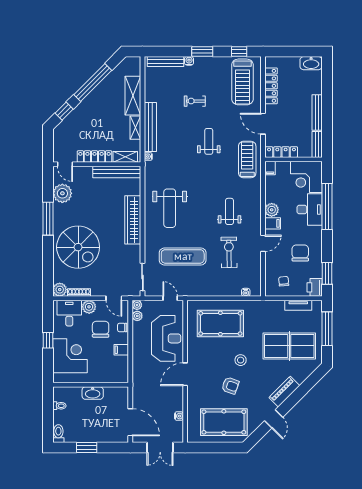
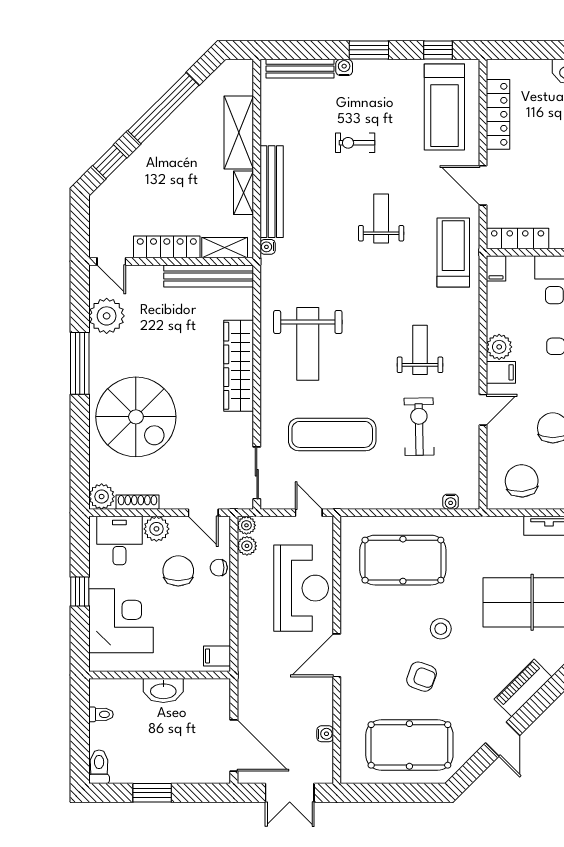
chair: (284, 281) -> (522, 481), width x1.87, depth x1.87
filing cabinet: (121, 350) -> (217, 656), moved

